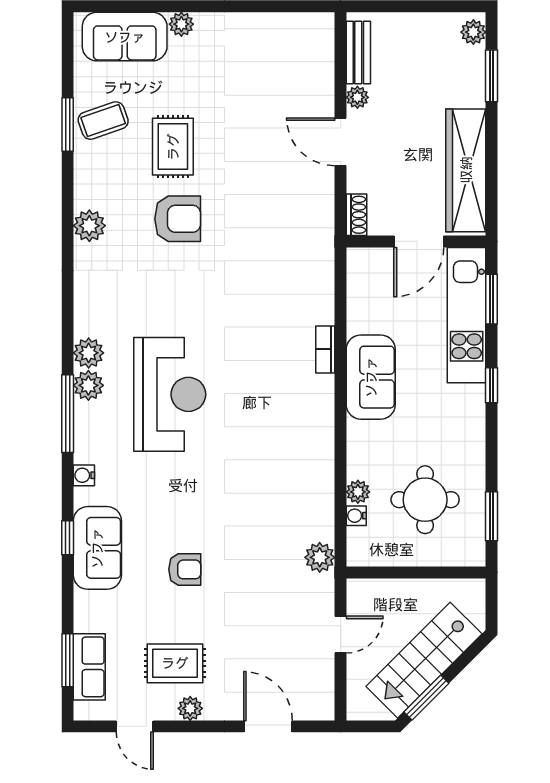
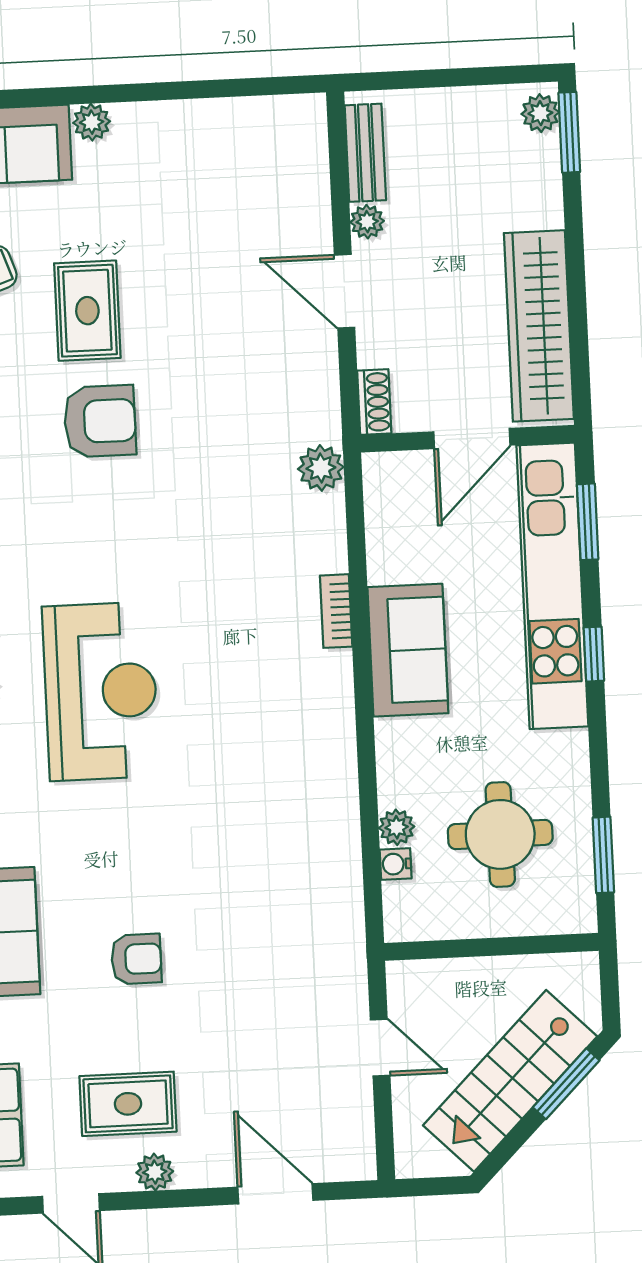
window: (491, 76) -> (569, 132), moved
kitchen unit: (467, 315) -> (552, 586), width x1.36
plant: (320, 557) -> (321, 468), moved
door: (341, 635) -> (380, 1048), hinge flipped
window: (426, 698) -> (566, 1084), moved

